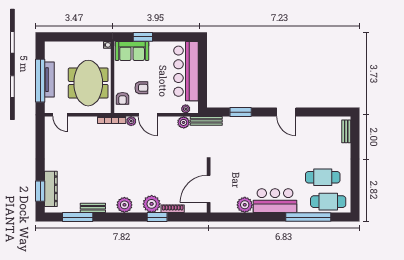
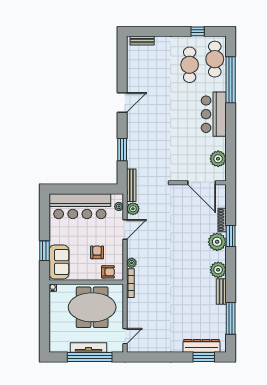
door: (148, 115) -> (125, 229), moved
window: (355, 185) -> (198, 31), added
plant: (245, 205) -> (218, 159), moved
bench: (93, 208) -> (221, 292), moved

